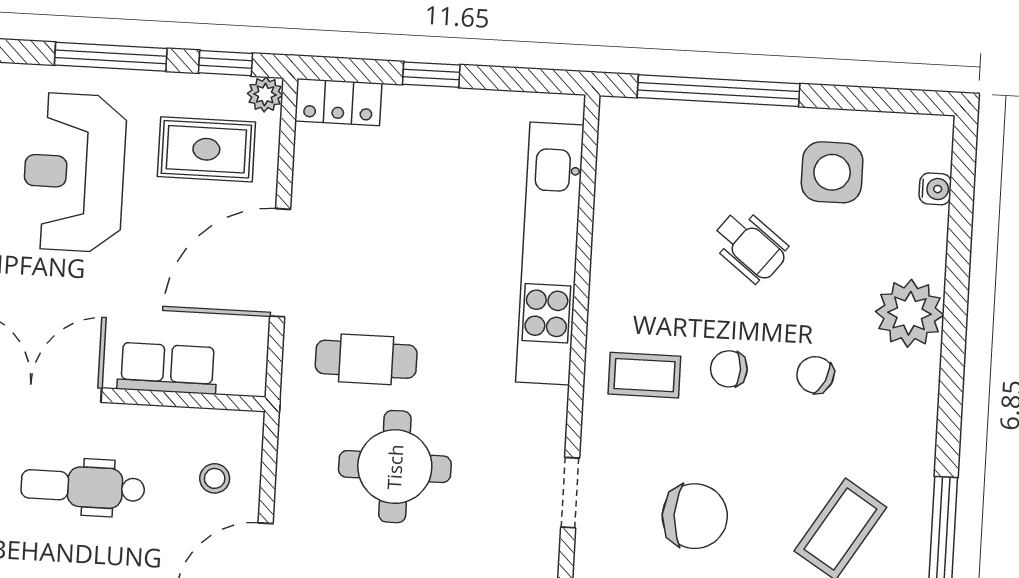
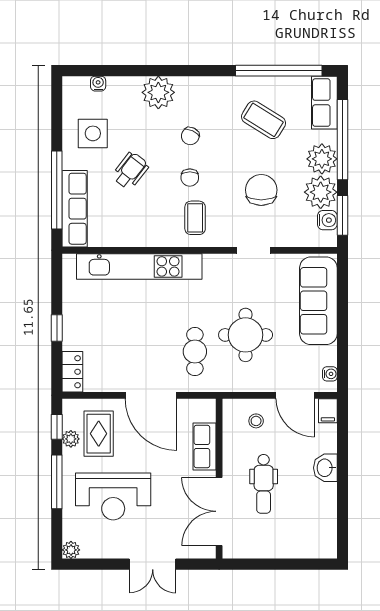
plant: (265, 94) -> (71, 439), moved
row of seats: (677, 126) -> (75, 209), added

